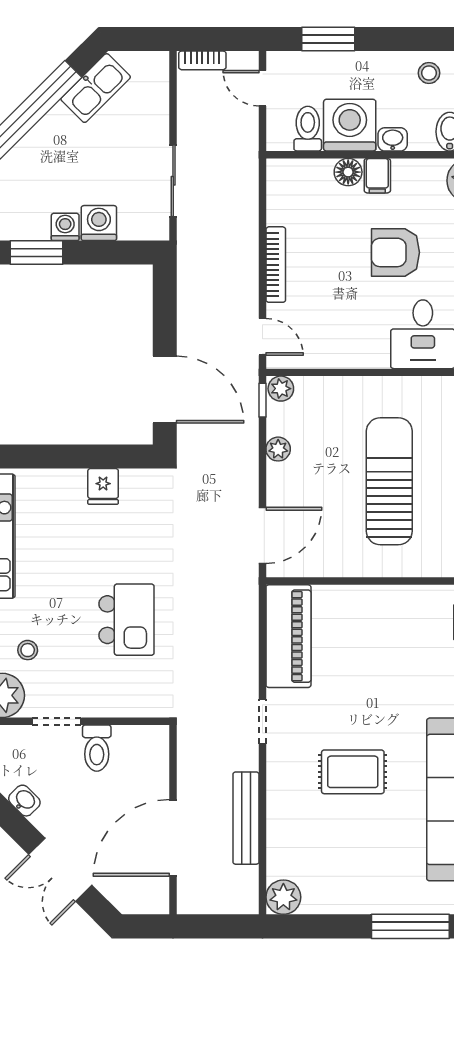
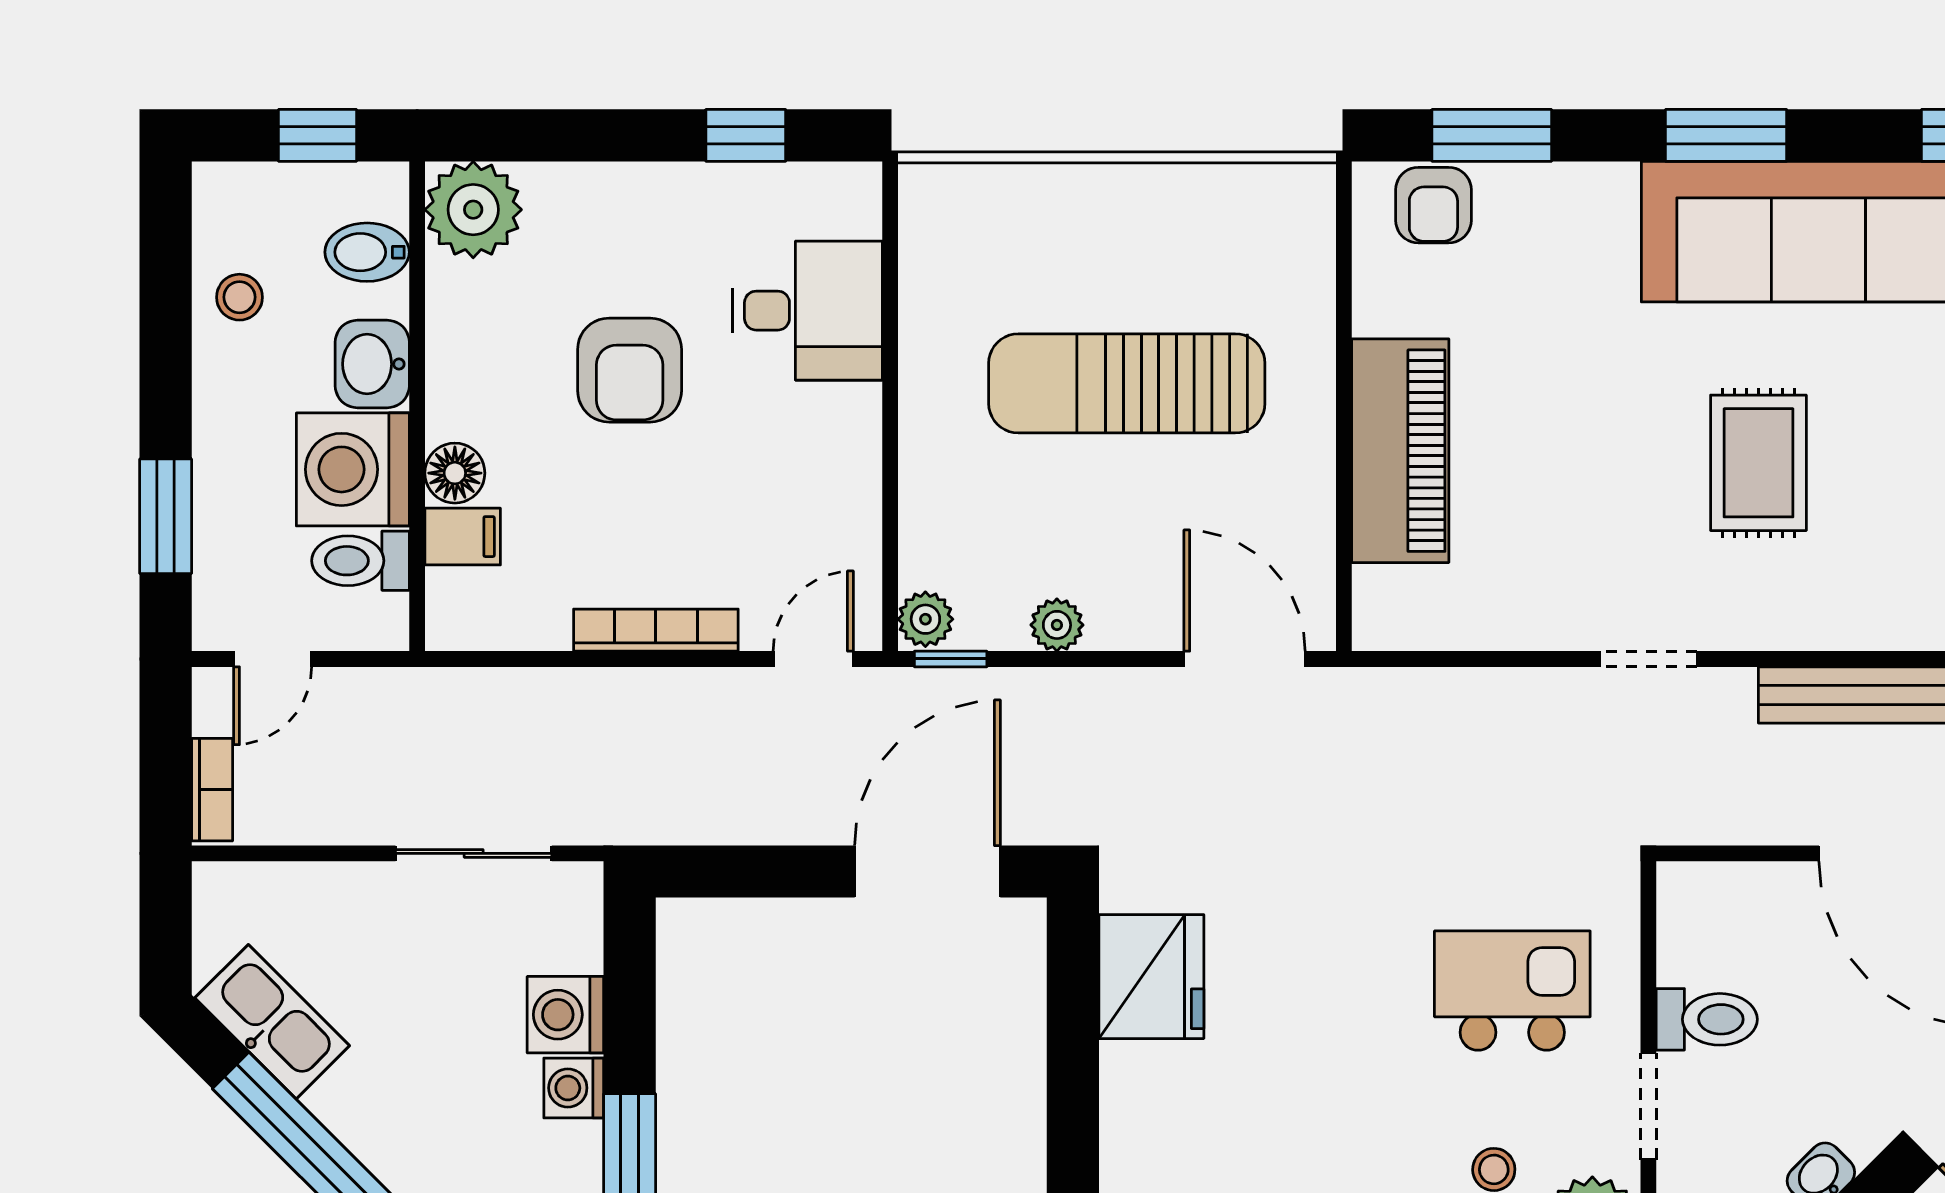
washbasin: (393, 139) -> (372, 364), width x1.38, depth x1.45
filing cabinet: (377, 176) -> (463, 537), moved
fridge: (103, 486) -> (1151, 977), width x1.88, depth x1.34
kitchen island: (127, 620) -> (1512, 991), moved
piano: (288, 636) -> (1400, 451), moved, turned 90

